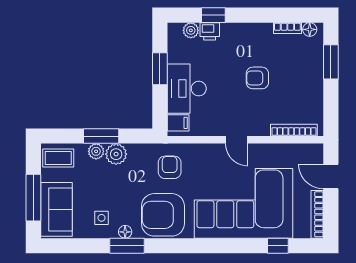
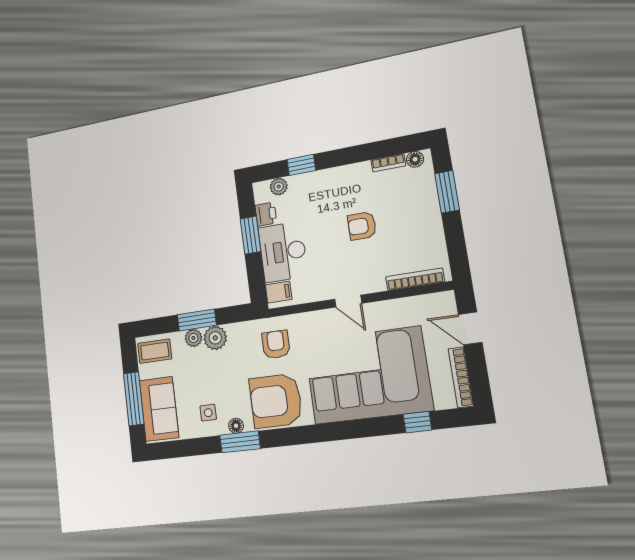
printer: (210, 31) -> (266, 214), moved, turned -90

